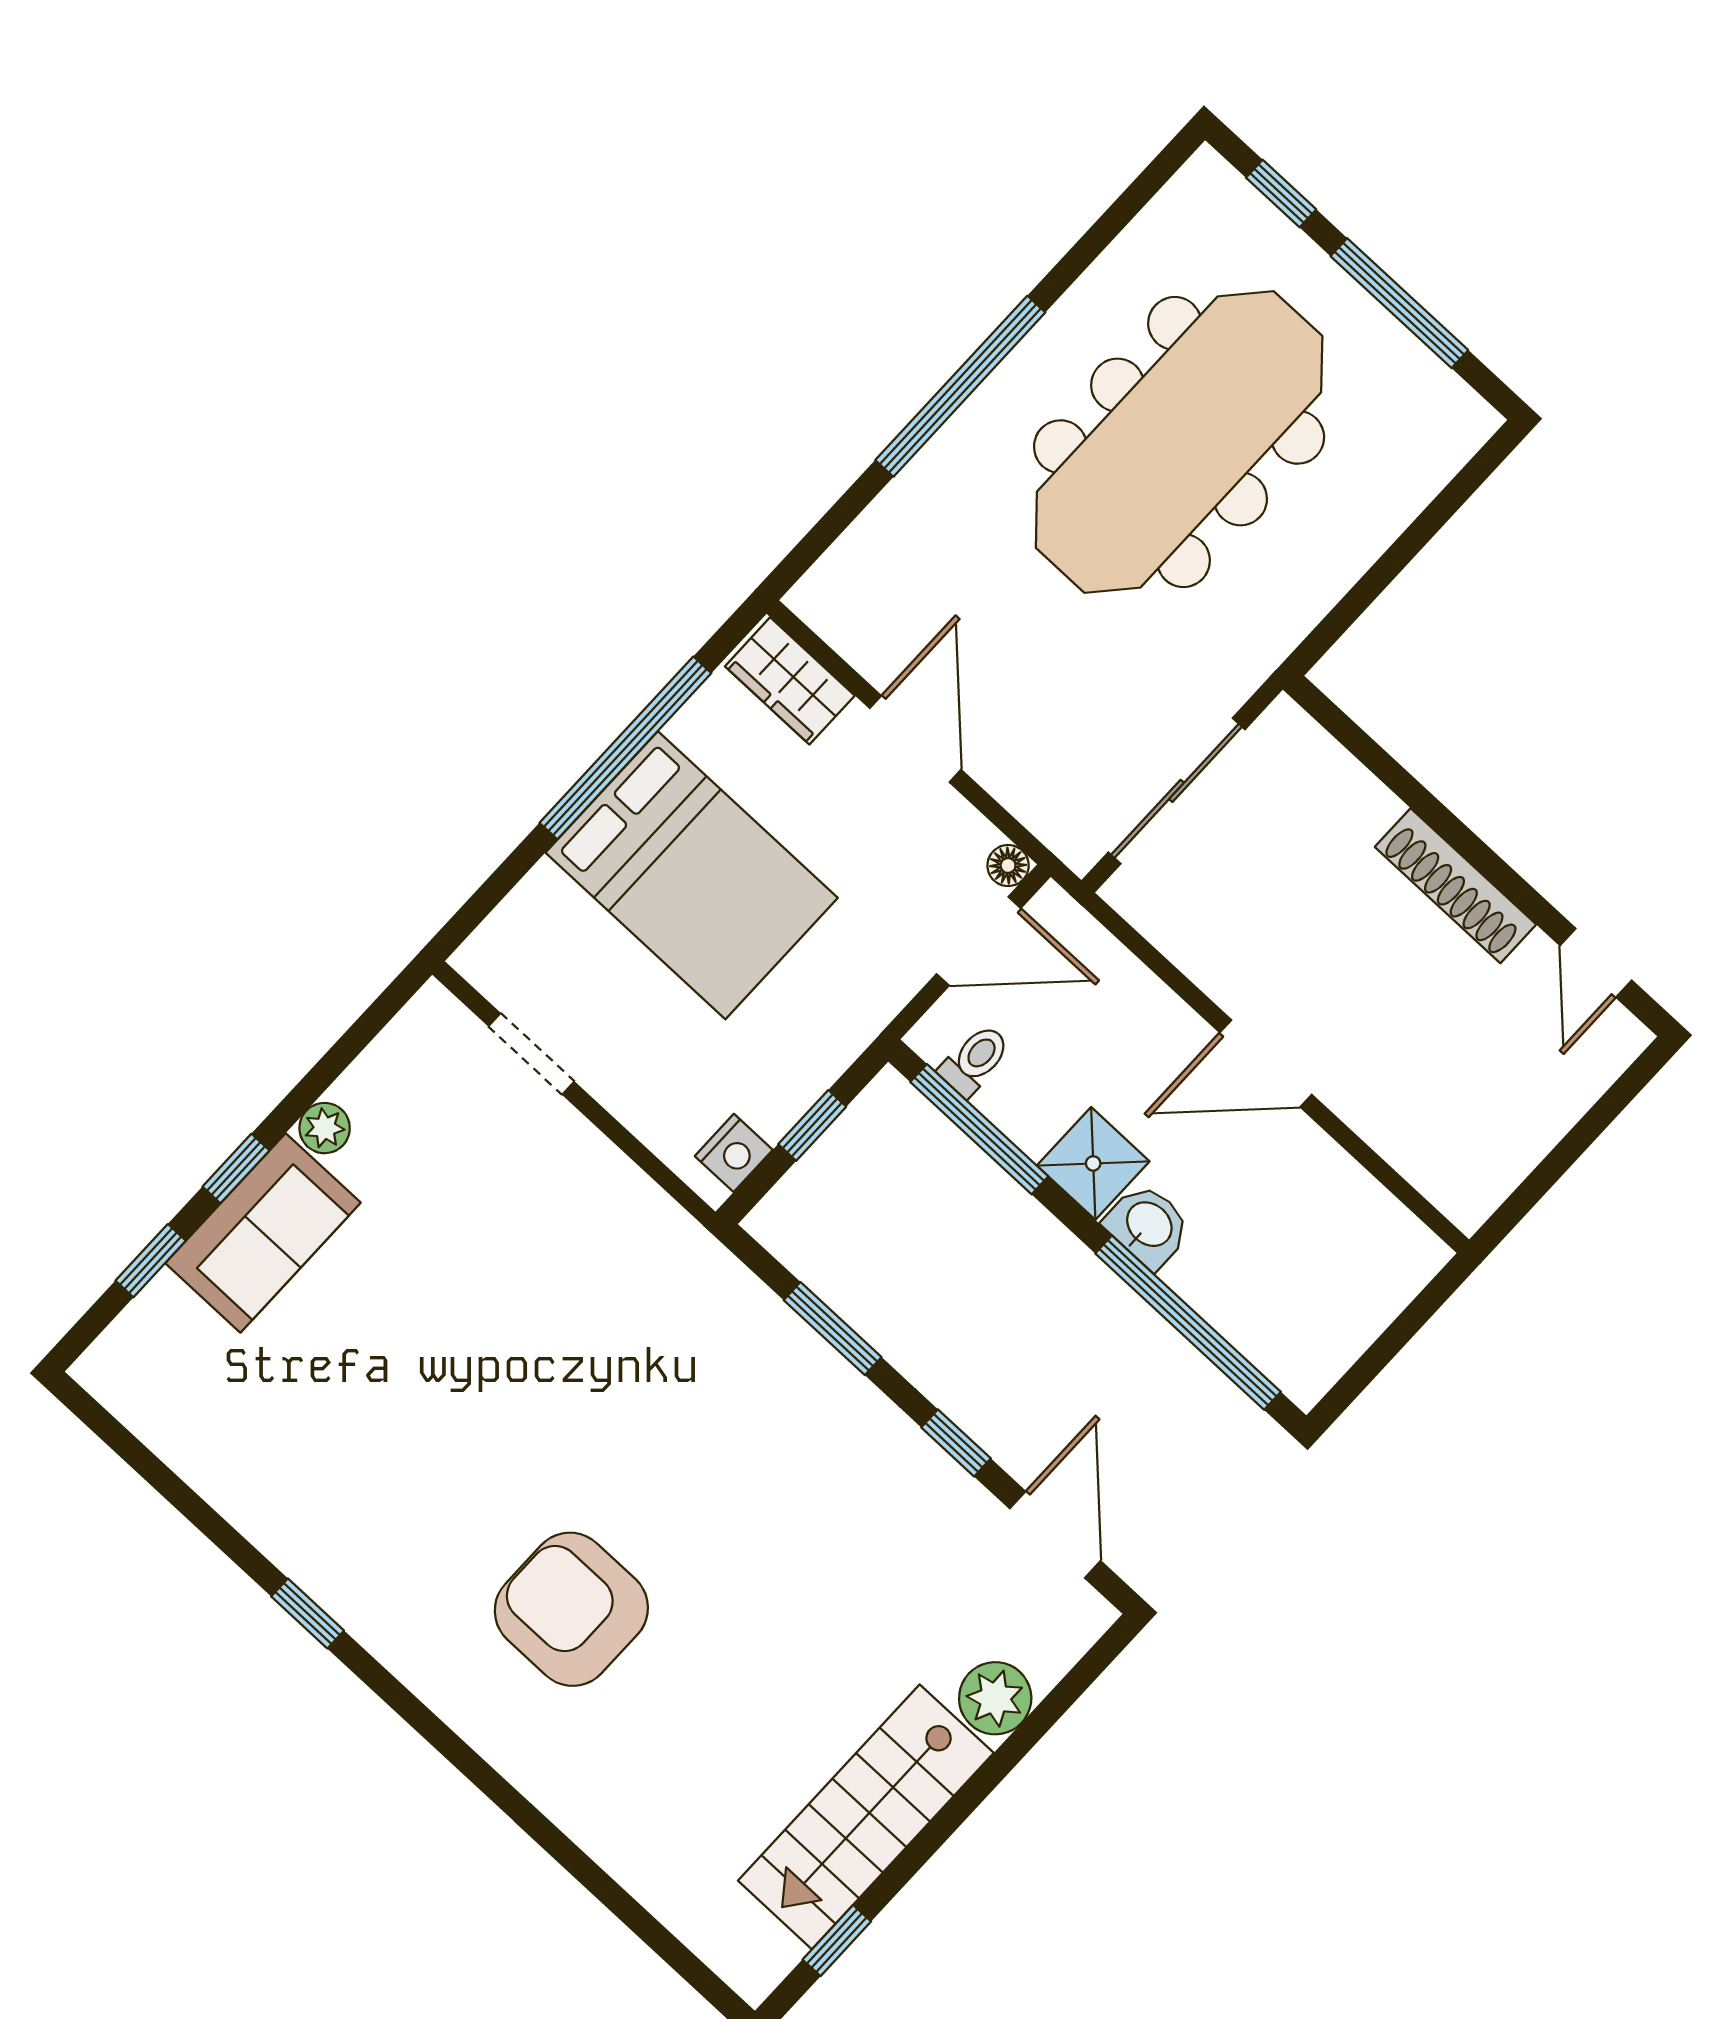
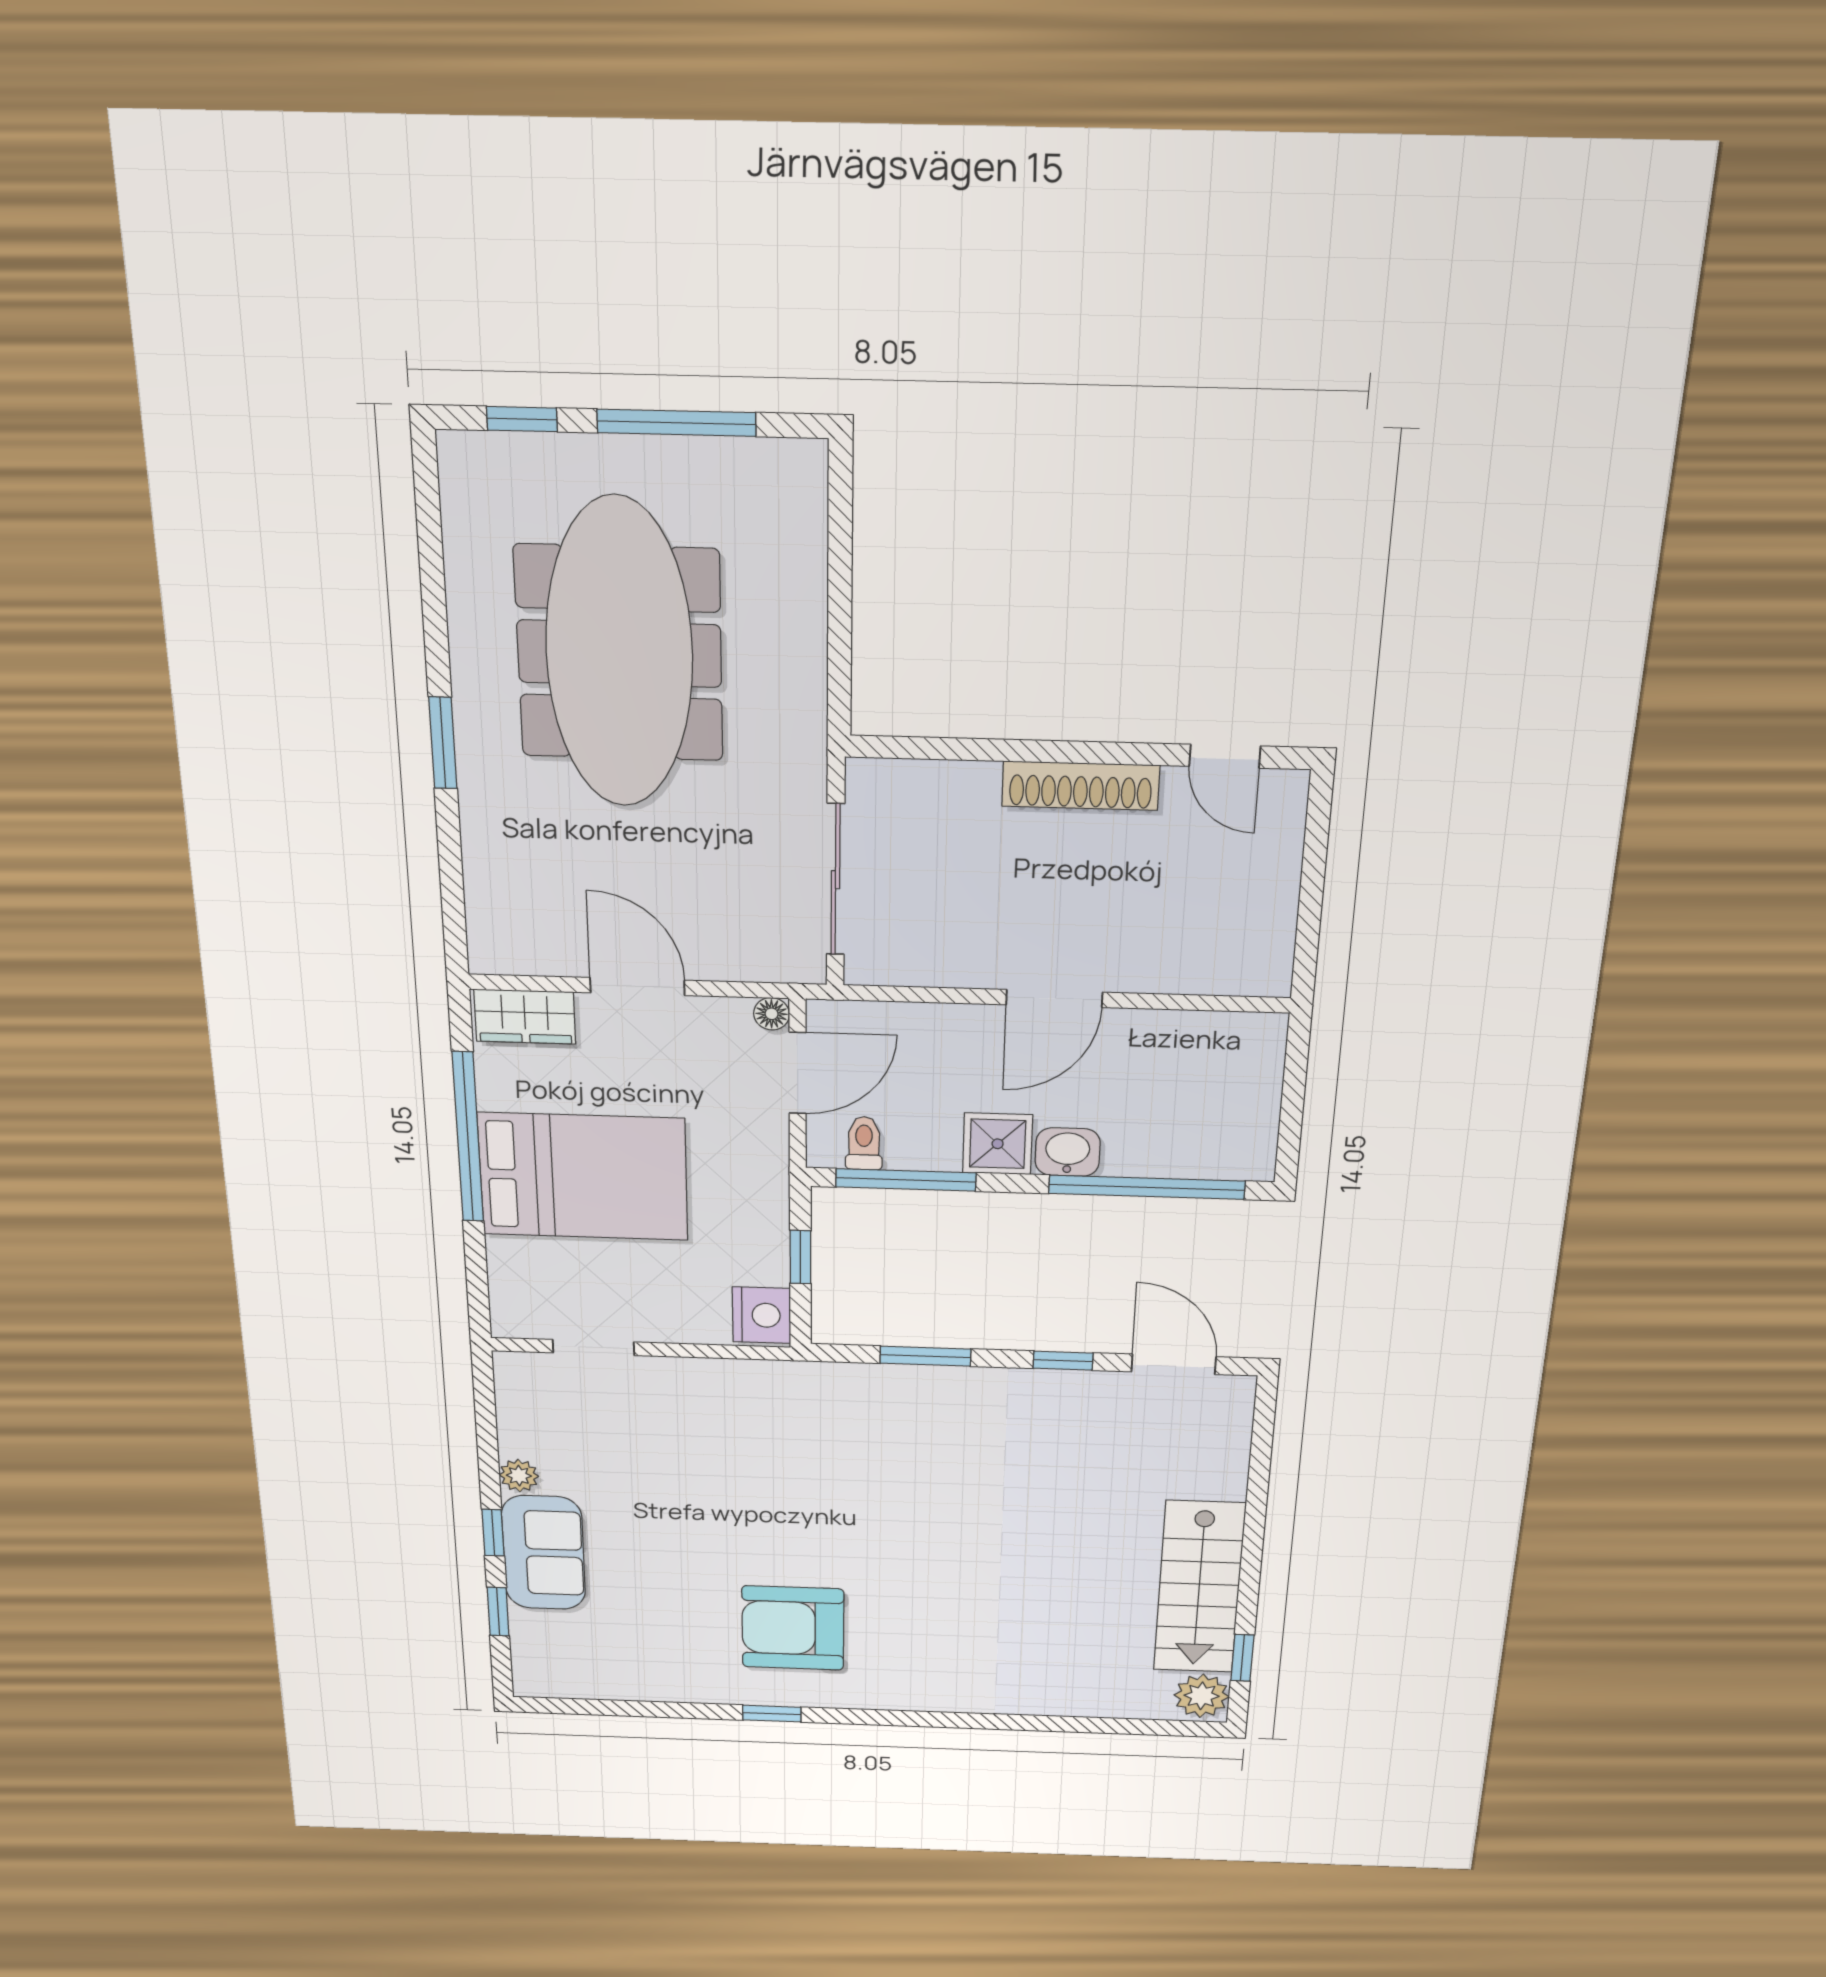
window: (960, 386) -> (443, 743), width x0.47
nightstand: (734, 1153) -> (762, 1315), width x1.36, depth x1.33
armchair: (571, 1609) -> (793, 1628), moved
plant: (995, 1698) -> (1202, 1696), moved

